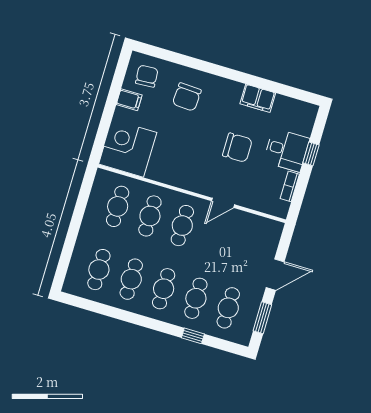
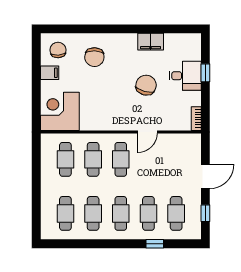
chair: (237, 148) -> (146, 85), turned -75
bookcase: (290, 186) -> (196, 119), moved
window: (262, 318) -> (205, 213), width x0.67

